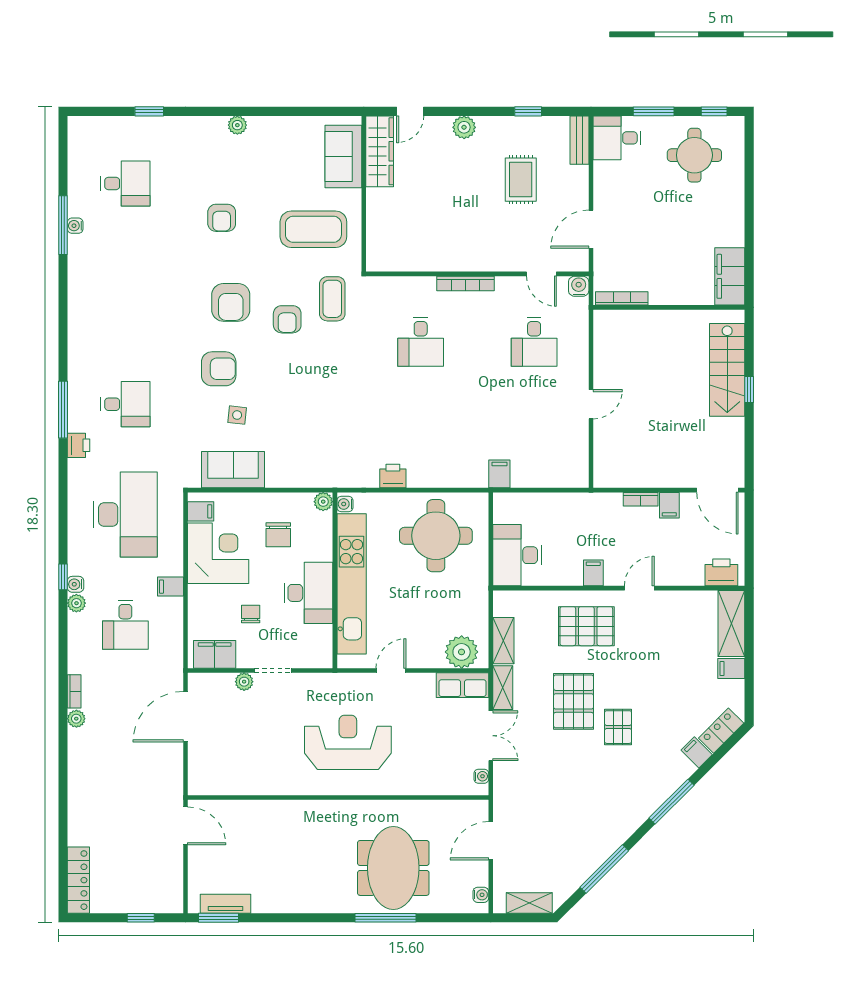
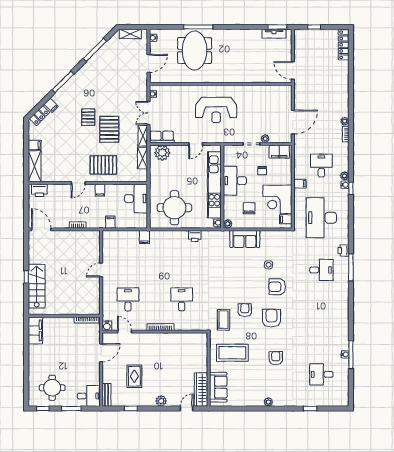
desk: (125, 404) -> (321, 270), turned 180
sofa: (233, 470) -> (245, 239), moved
filing cabinet: (669, 505) -> (110, 222), moved

